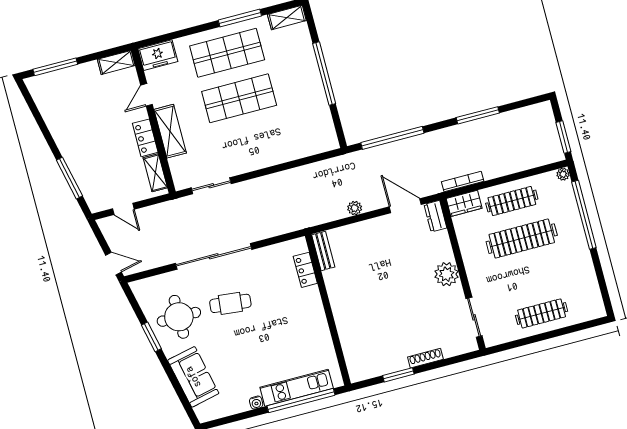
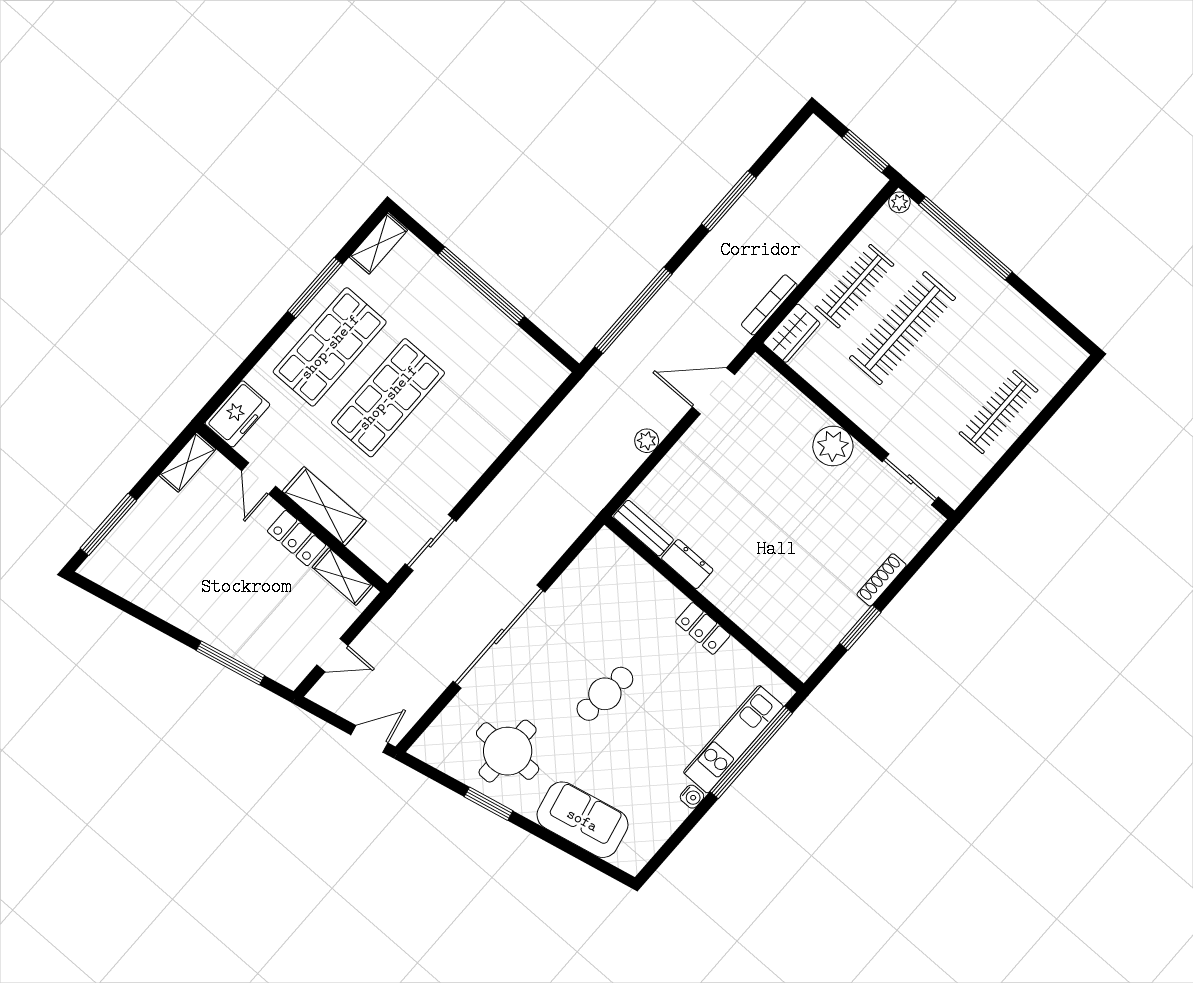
dresser: (435, 216) -> (687, 564), moved, turned 180
locker: (305, 270) -> (703, 628), moved
cafe table: (230, 303) -> (605, 694), moved

